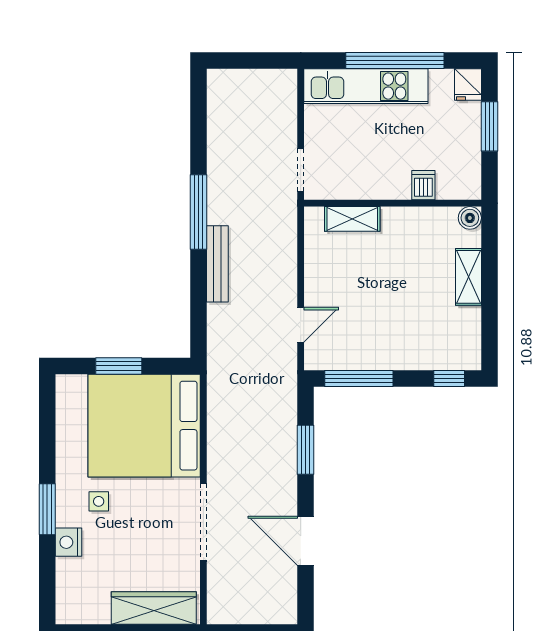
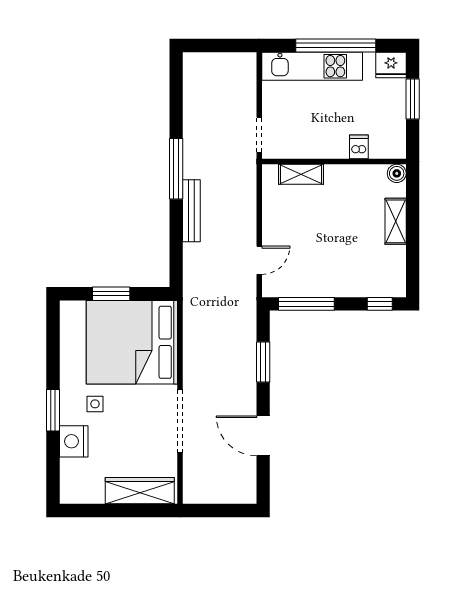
fridge: (468, 85) -> (391, 65), width x1.38
nightstand: (68, 542) -> (74, 441), width x1.36, depth x1.33

